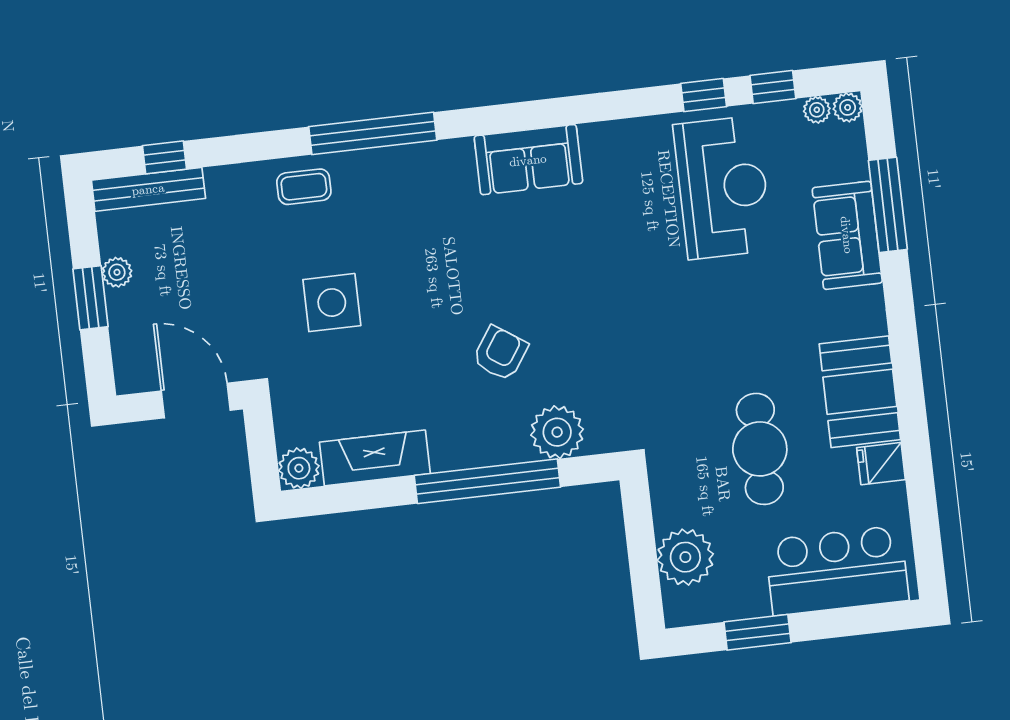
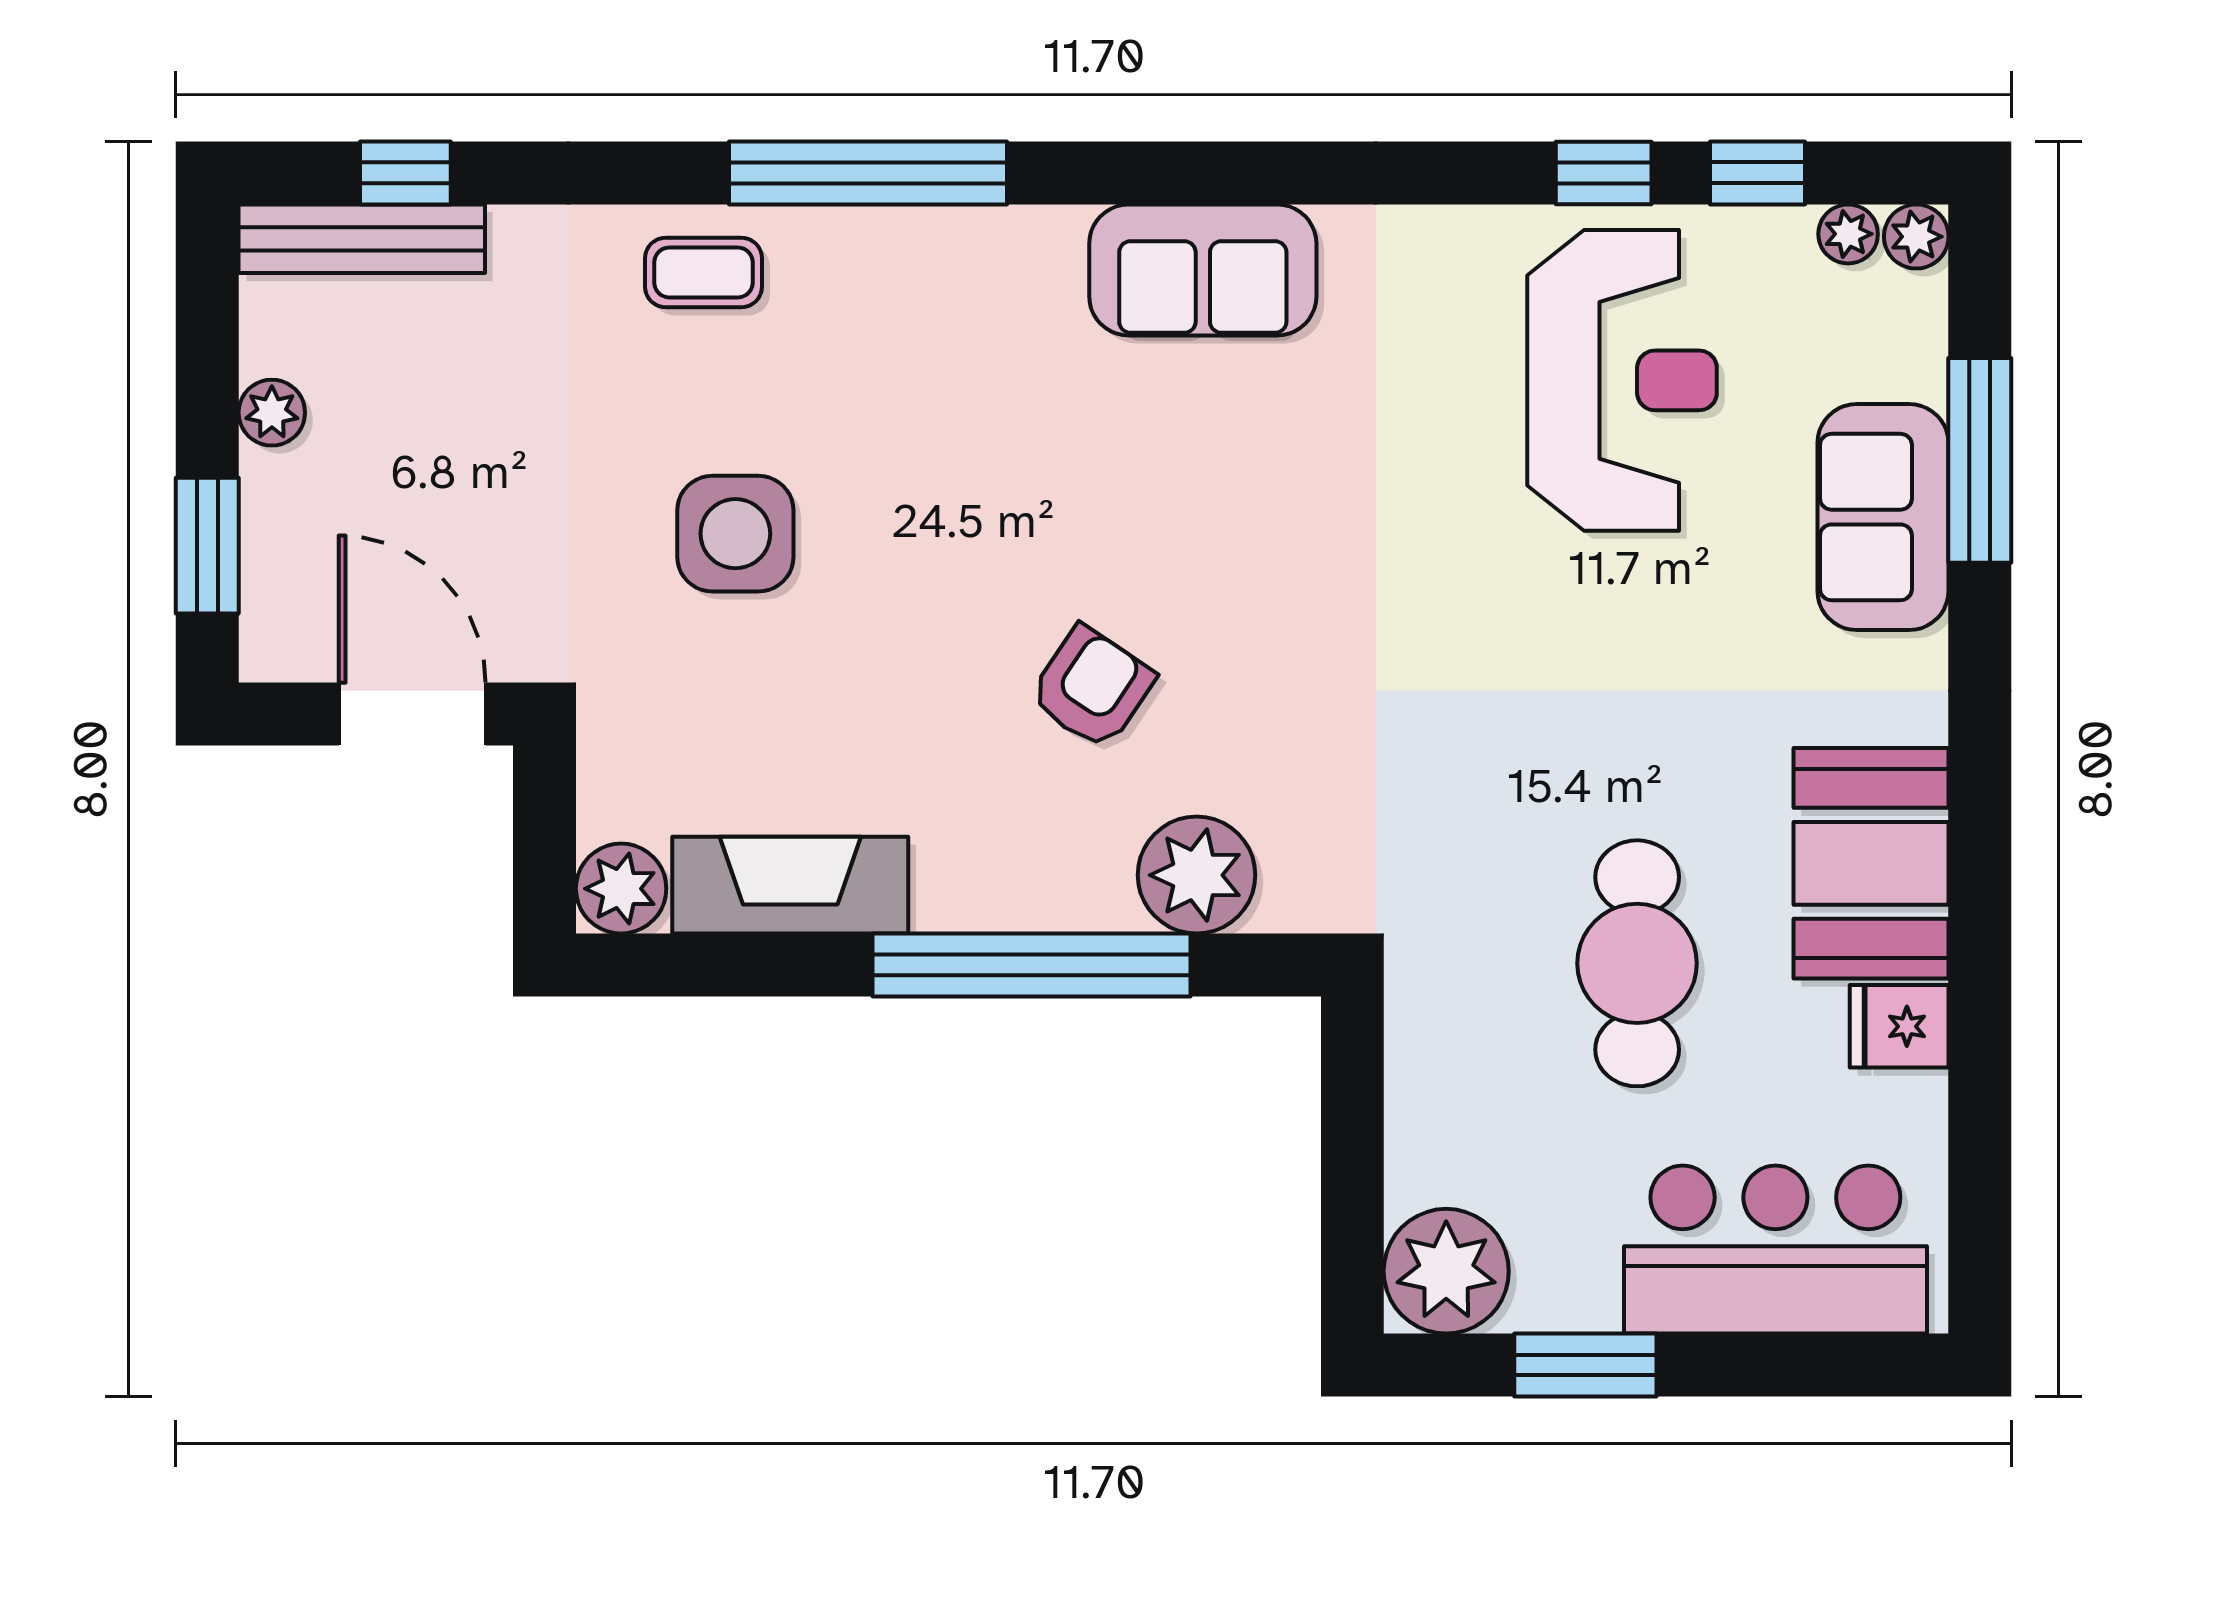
window: (91, 298) -> (207, 546), moved
plant: (685, 557) -> (1446, 1271), moved

